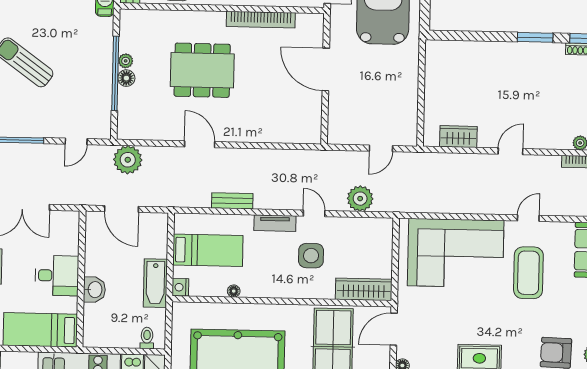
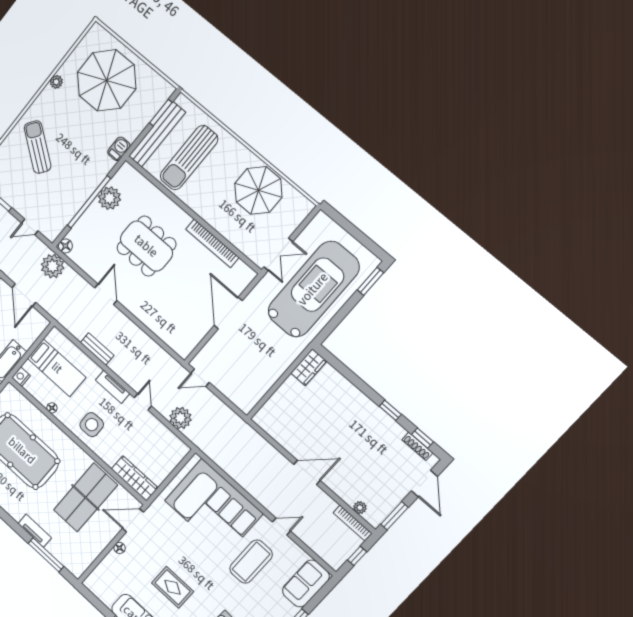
window: (535, 37) -> (390, 410), width x0.67
plant: (126, 61) -> (109, 198), width x1.88, depth x1.88
floor lamp: (126, 78) -> (65, 246), moved
wardrobe: (458, 137) -> (309, 367), moved, turned 90
door: (381, 148) -> (200, 378), moved
door: (511, 151) -> (307, 472), width x1.38
side table: (311, 256) -> (92, 425), moved

